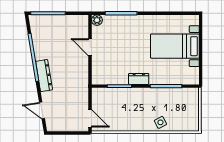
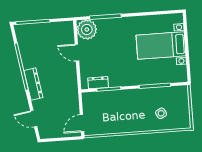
plant: (97, 20) -> (87, 30), width x1.87, depth x1.87
dresser: (139, 79) -> (98, 83), moved
door: (90, 118) -> (82, 123), swing flipped
side table: (160, 122) -> (161, 113), moved

